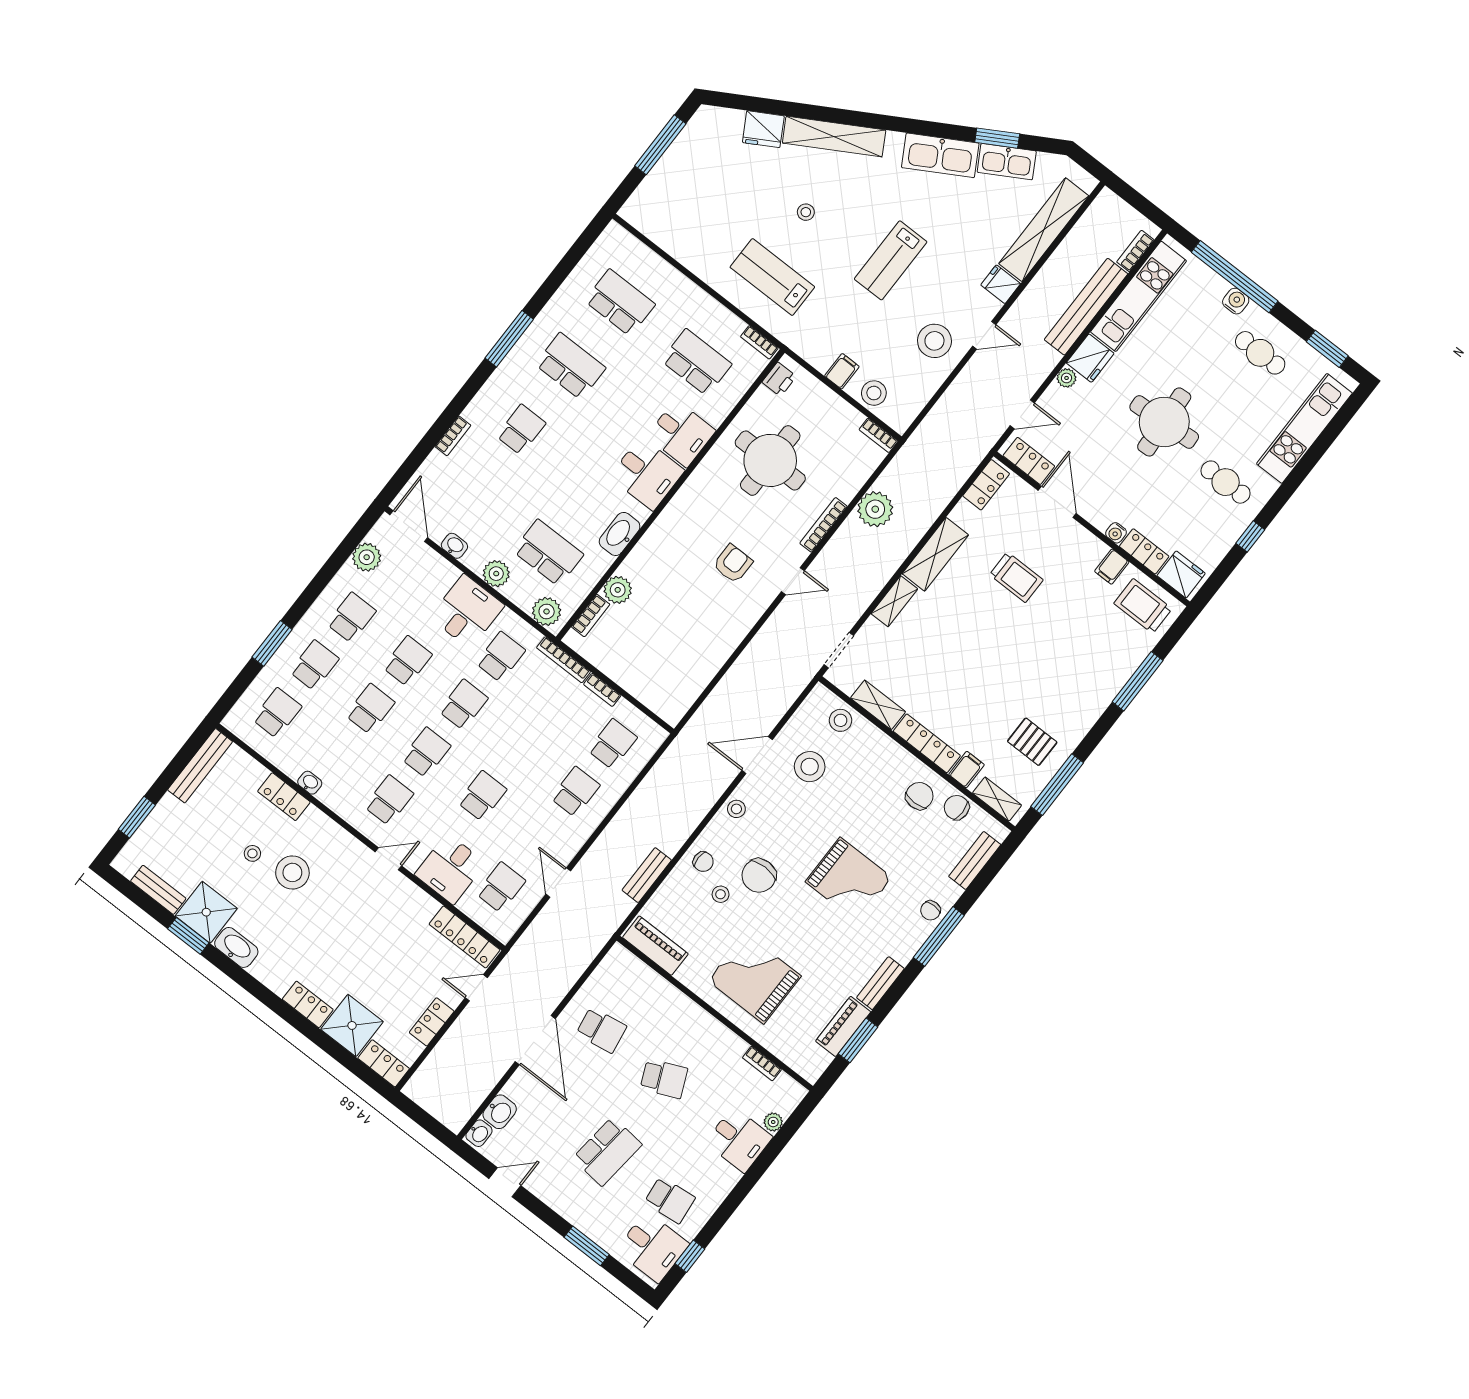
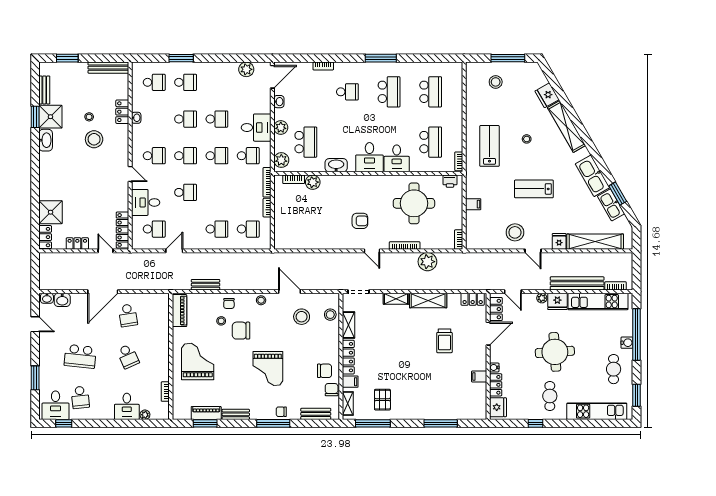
stool: (874, 393) -> (496, 82), moved
trolley: (1143, 606) -> (473, 402), removed
school desk: (351, 617) -> (217, 82), removed
locker: (308, 1004) -> (45, 187), removed

